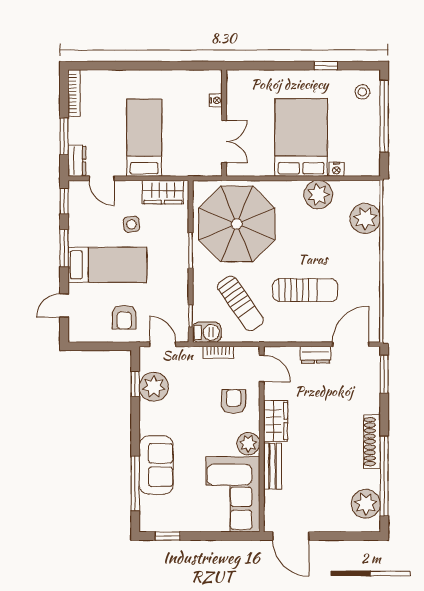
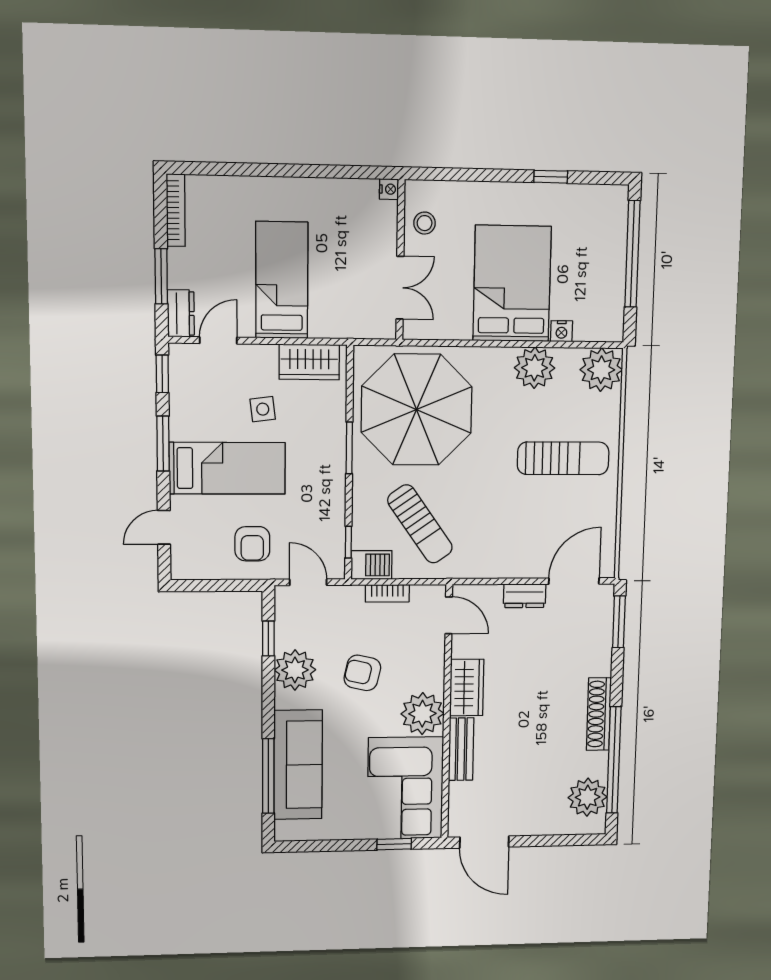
stool: (362, 92) -> (425, 223), moved
nightstand: (216, 100) -> (389, 189), moved
door: (102, 178) -> (218, 340), swing flipped
plant: (365, 218) -> (601, 370), moved
sun lounger: (305, 290) -> (563, 458), moved
plant: (154, 387) -> (295, 670), moved
armchair: (234, 401) -> (362, 673), moved, turned -77
plant: (248, 444) -> (422, 714), width x1.36, depth x1.36
sofa: (156, 465) -> (298, 765), width x1.36
window: (168, 536) -> (394, 844), moved

